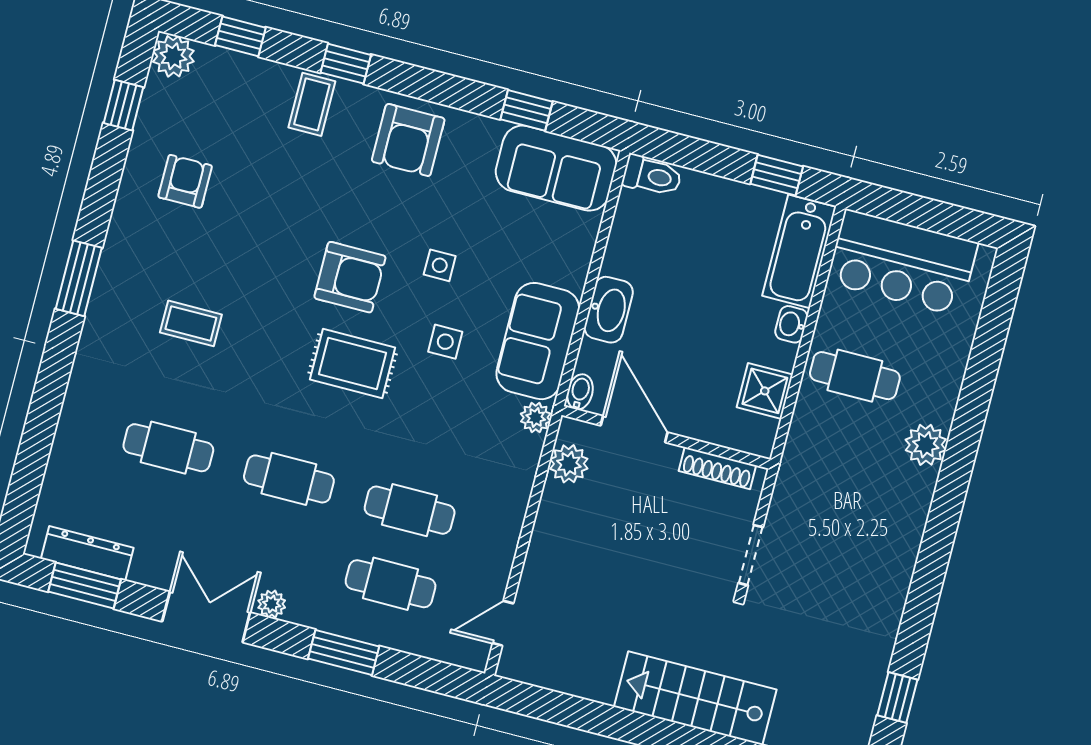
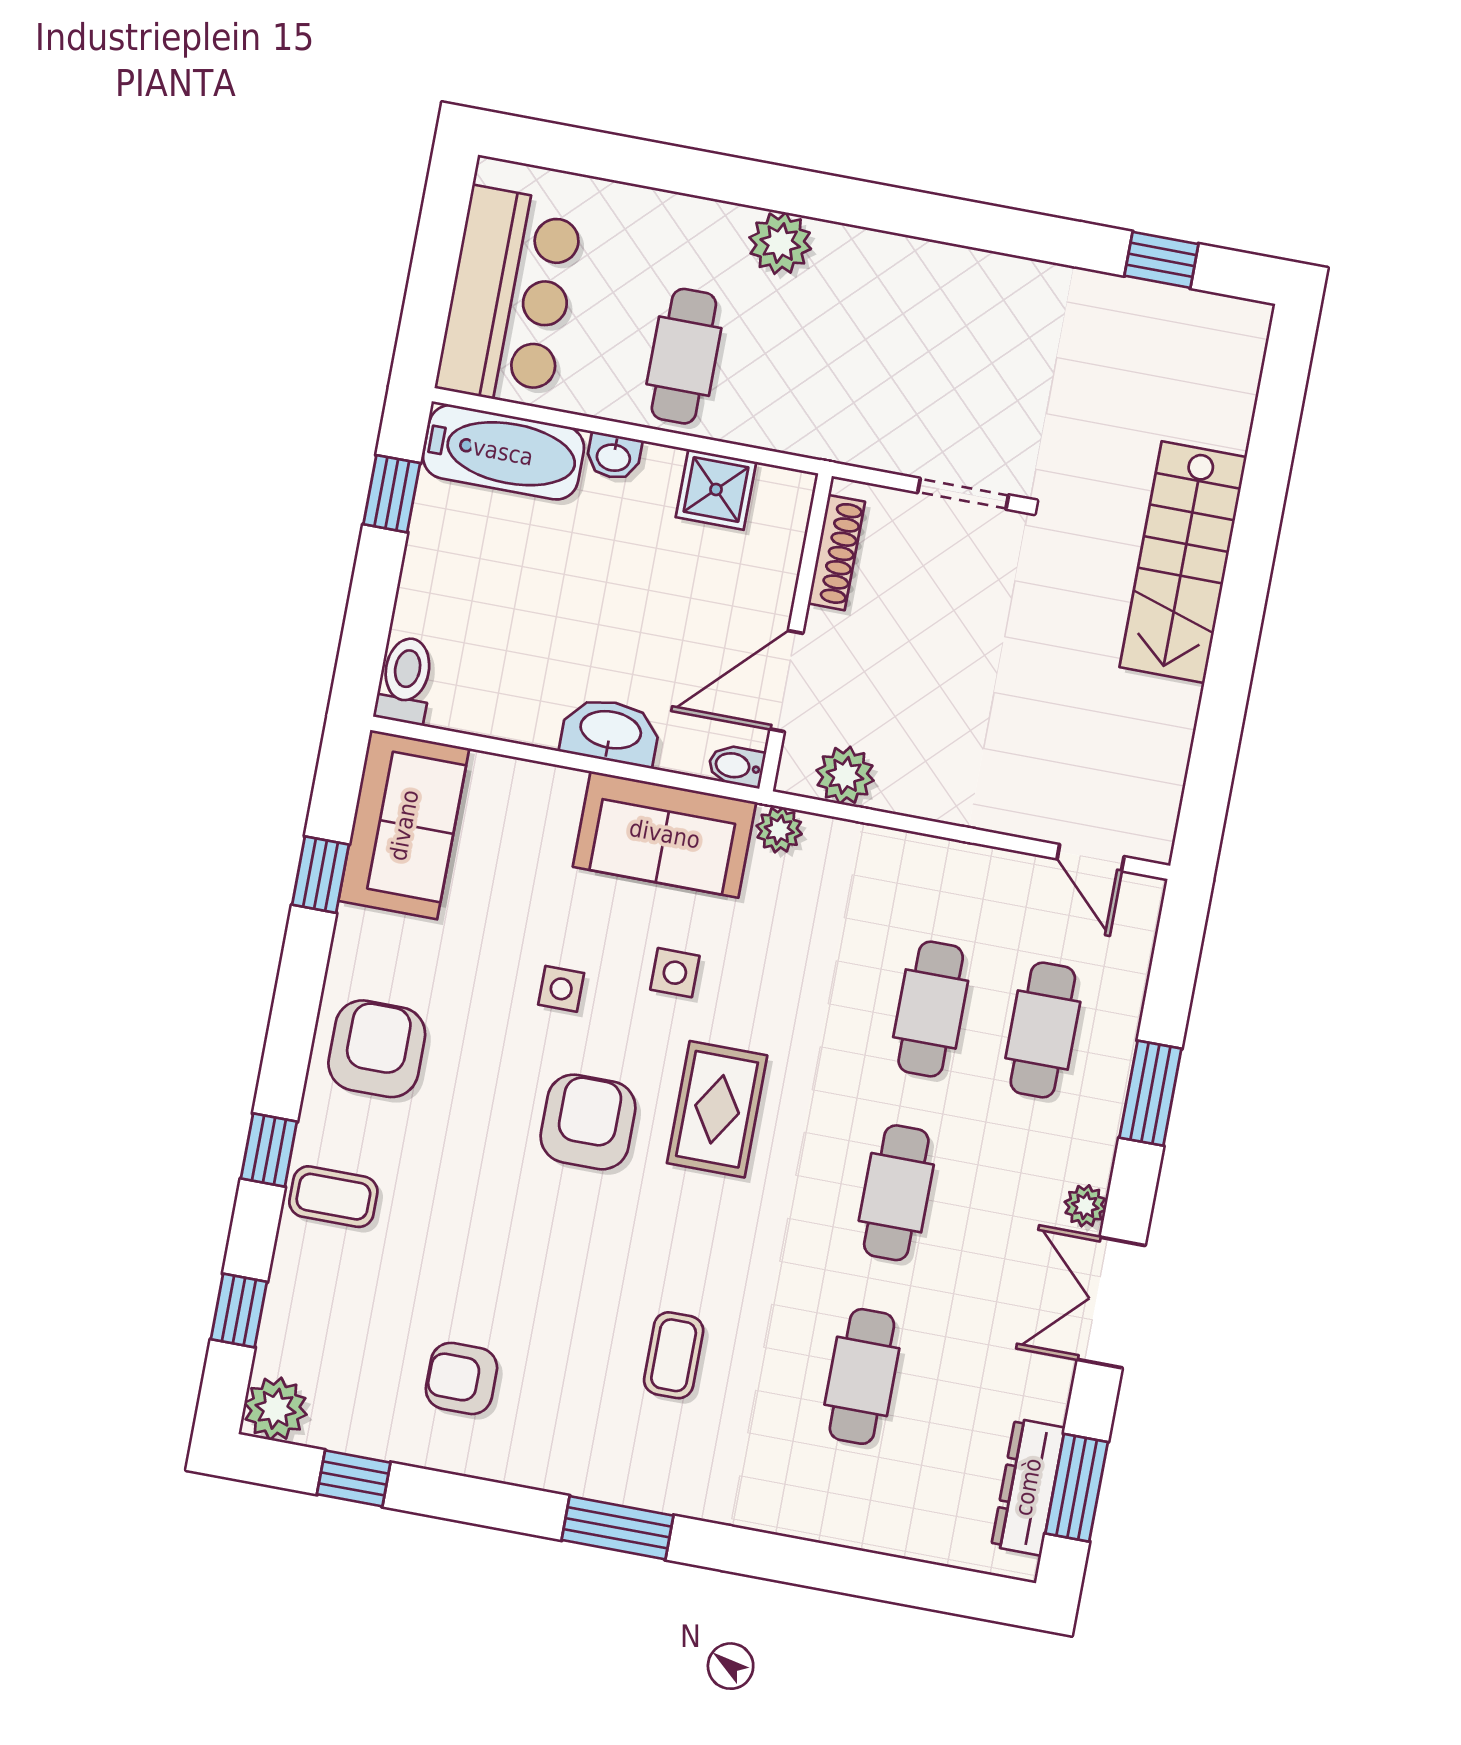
armchair: (408, 140) -> (377, 1049), turned -90

